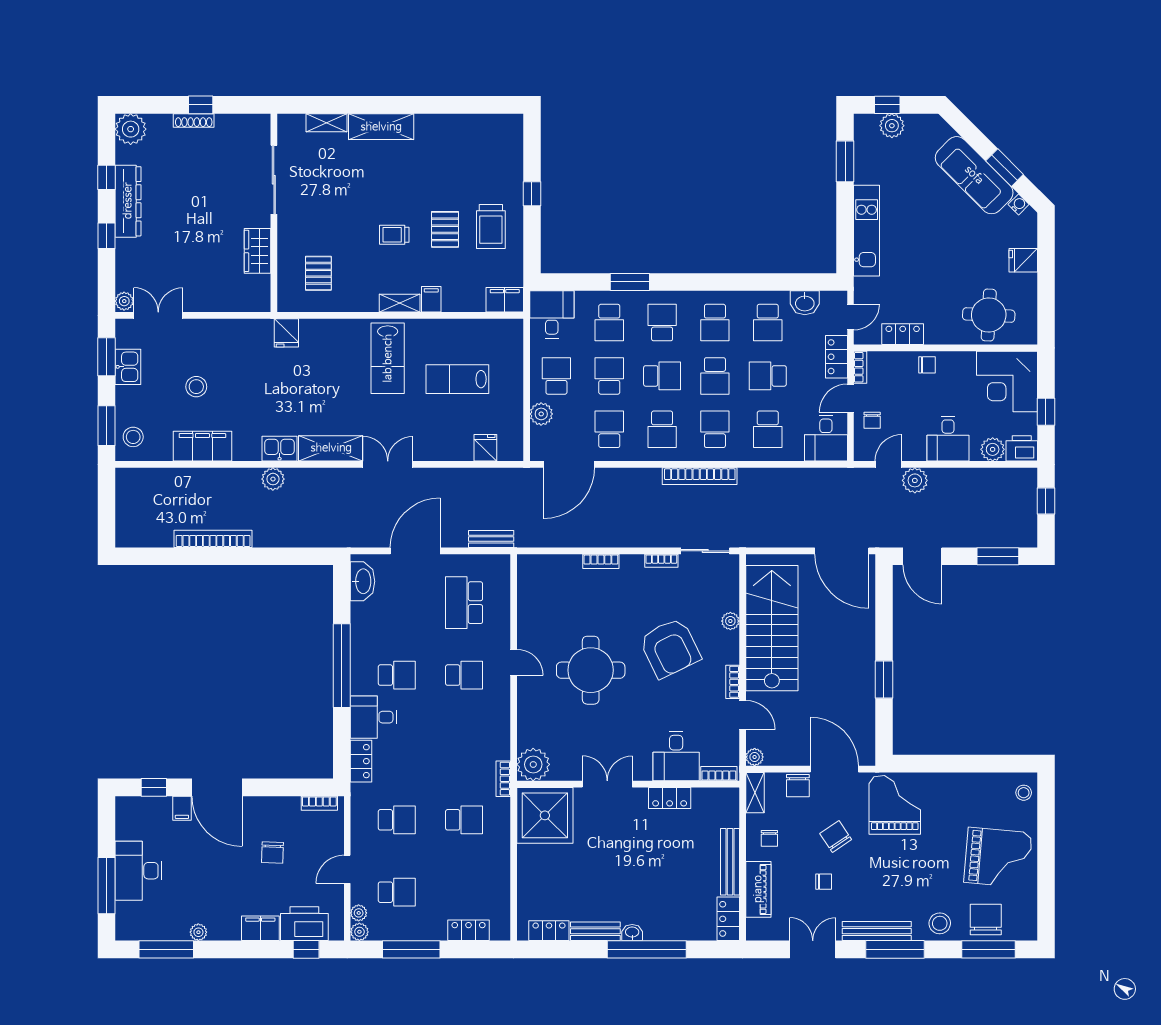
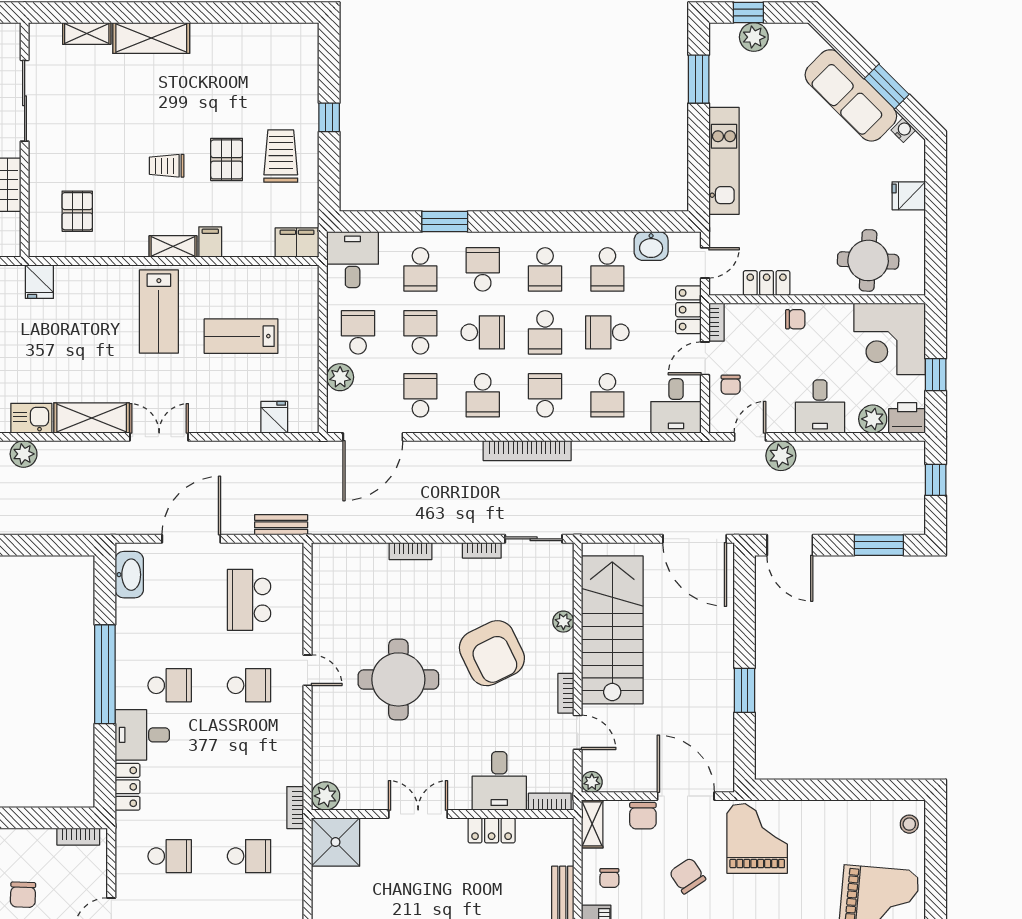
trolley: (491, 226) -> (281, 156), turned 180
plant: (533, 764) -> (325, 796), width x0.73, depth x0.73
shower: (545, 815) -> (335, 842), width x0.73, depth x0.73

